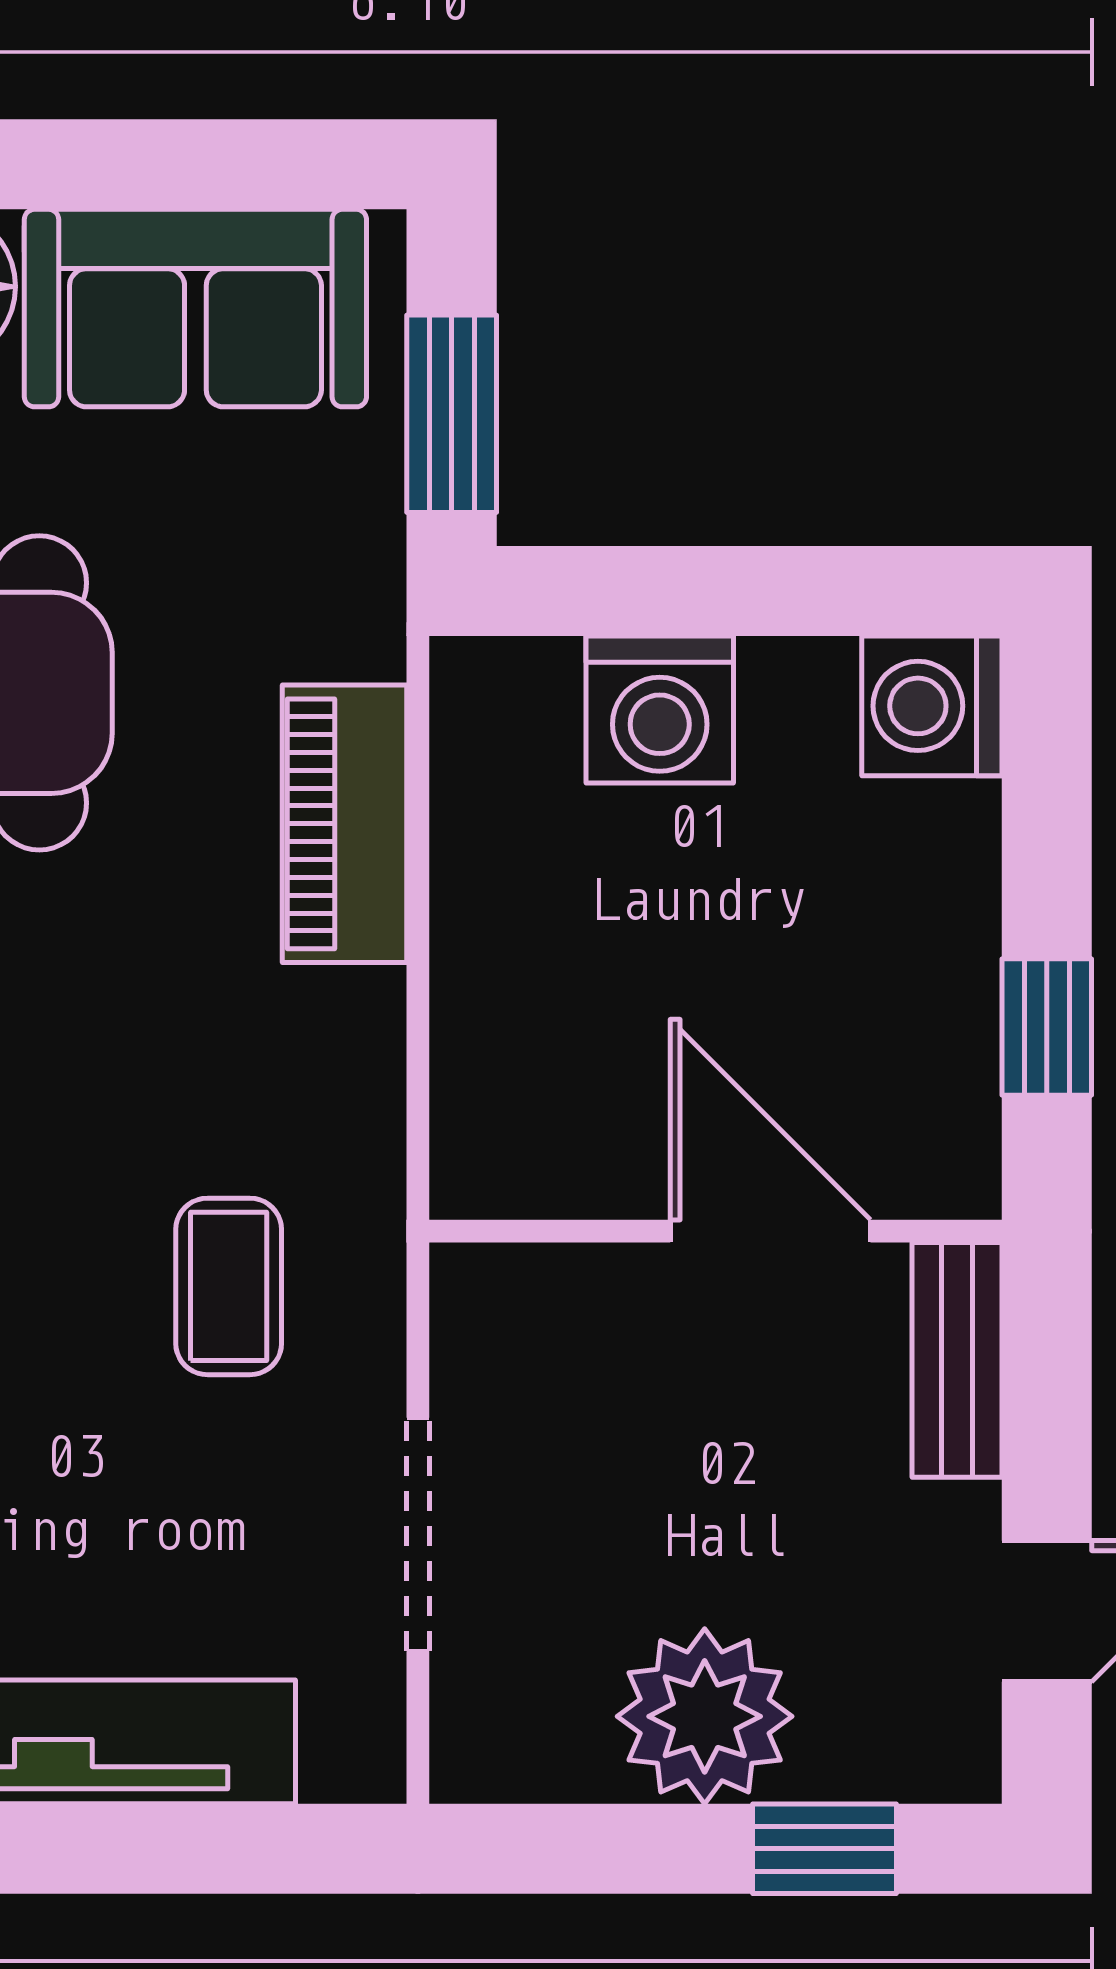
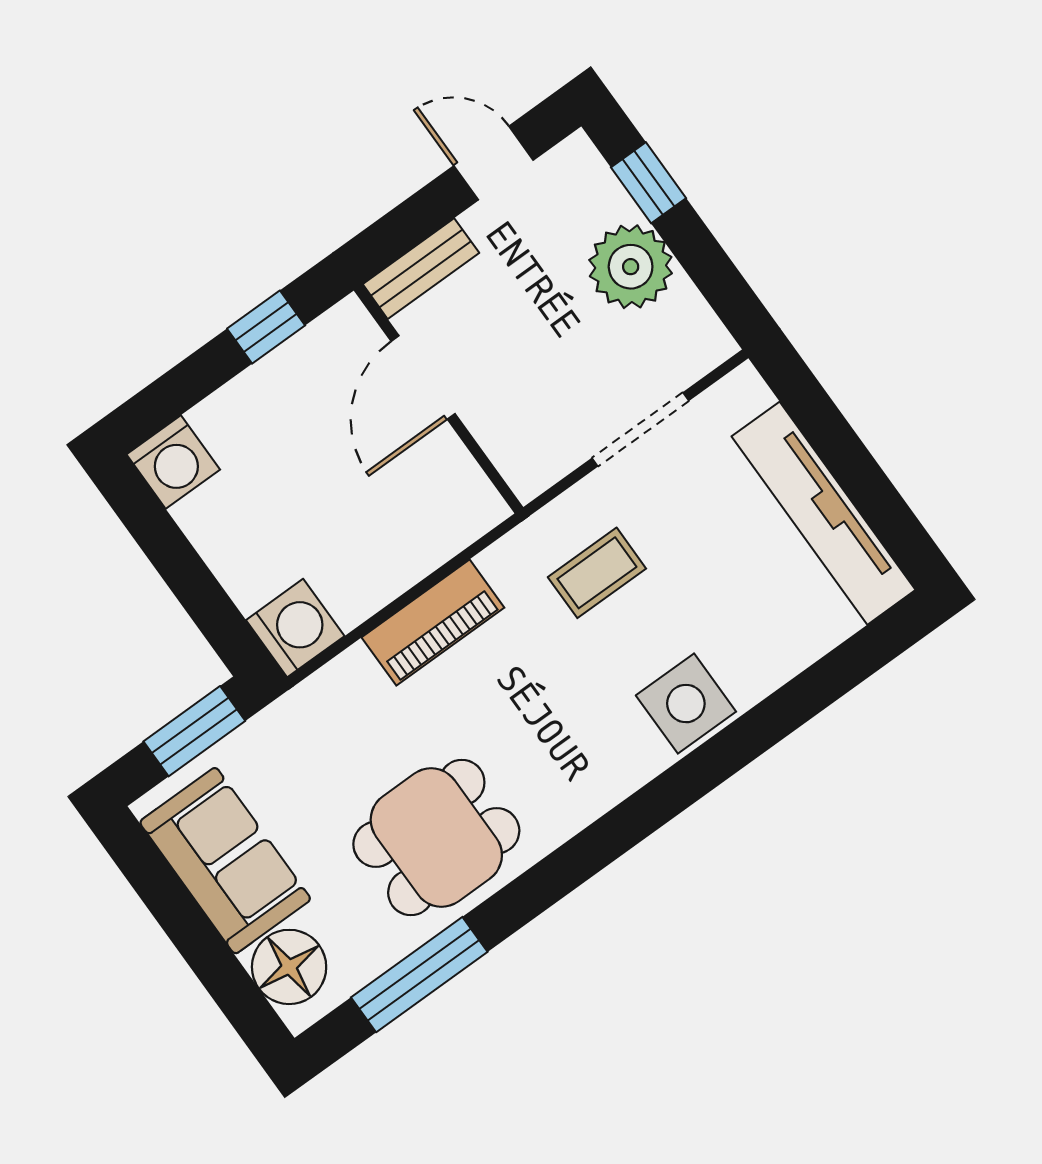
washing machine: (660, 710) -> (295, 628), moved
piano: (345, 824) -> (433, 622), moved

